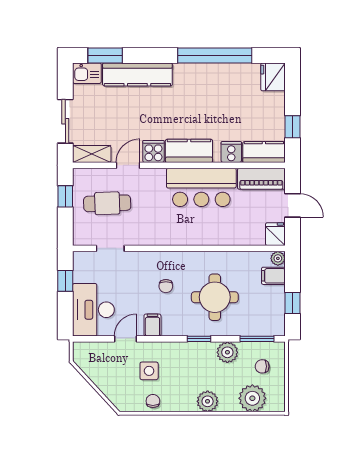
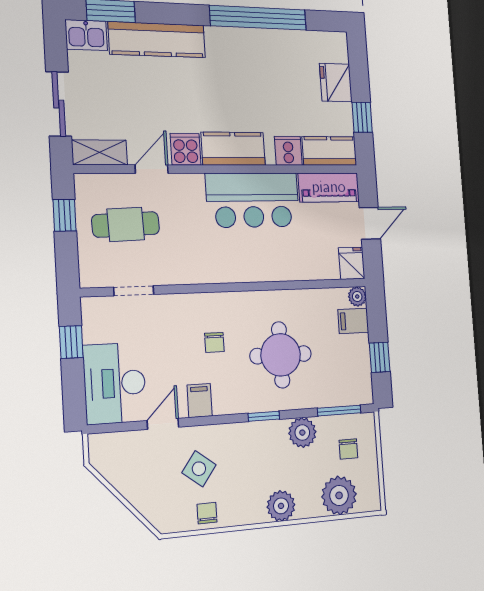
fridge: (273, 77) -> (336, 83), moved
door: (292, 205) -> (370, 223), hinge flipped
chair: (262, 366) -> (348, 449), turned -90
side table: (149, 371) -> (199, 469), turned 37

